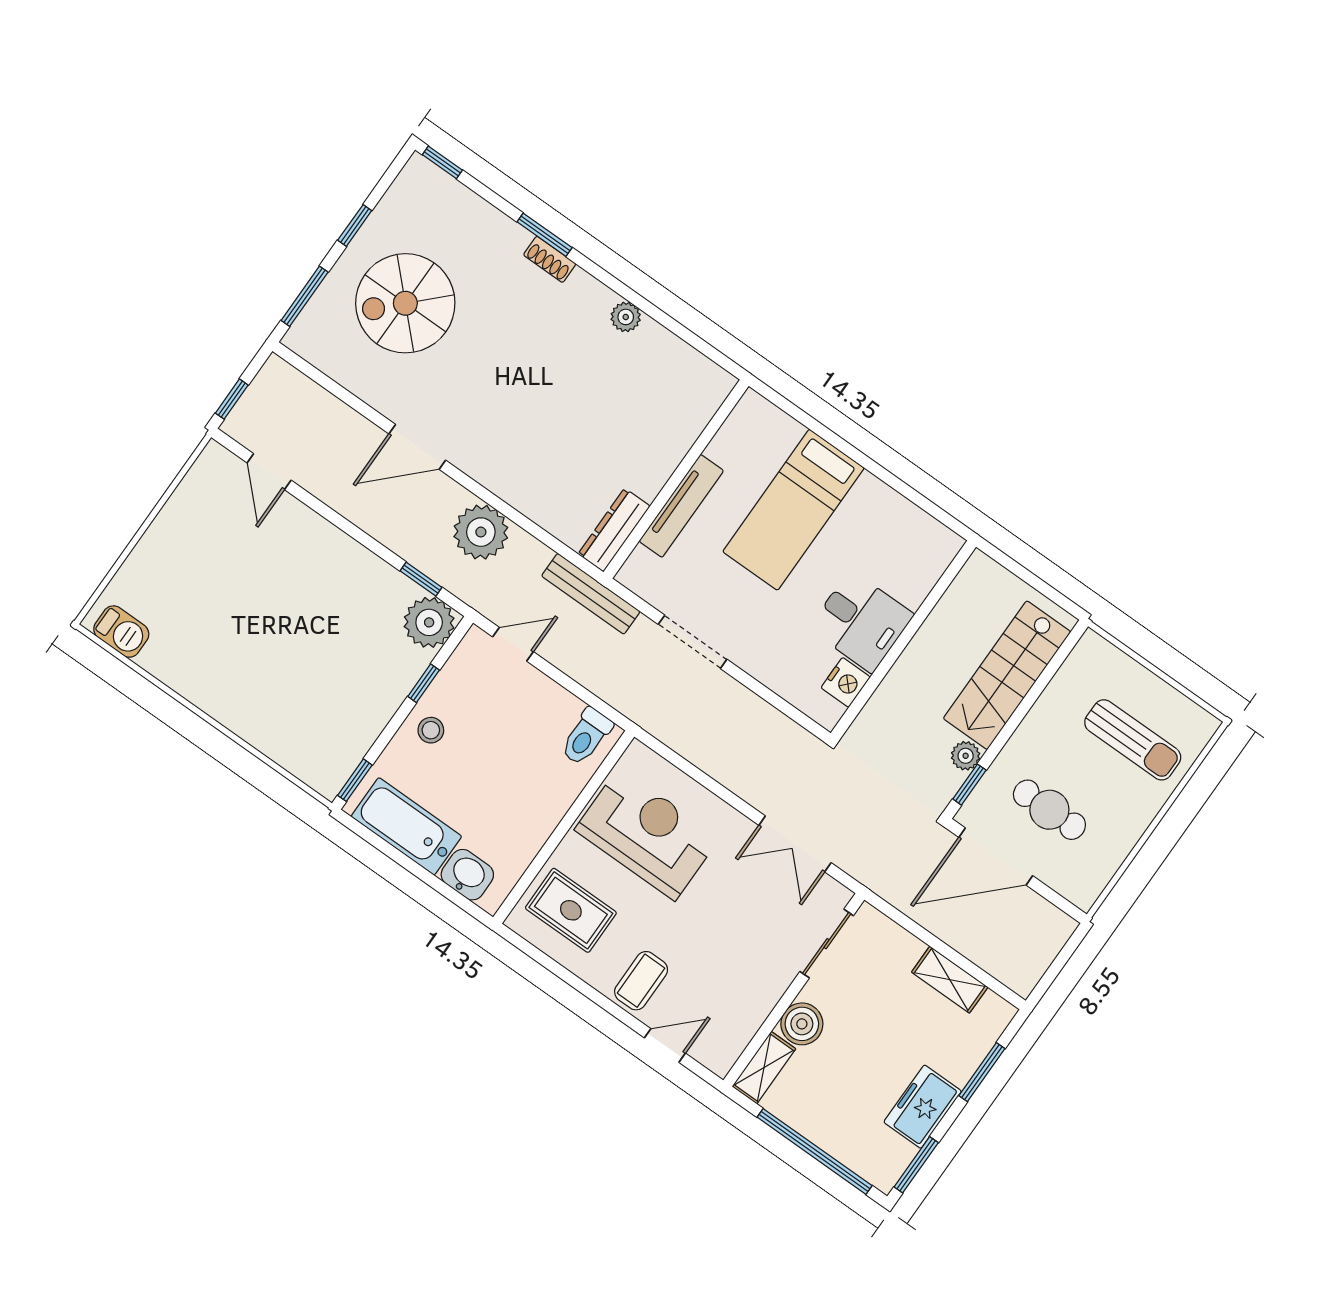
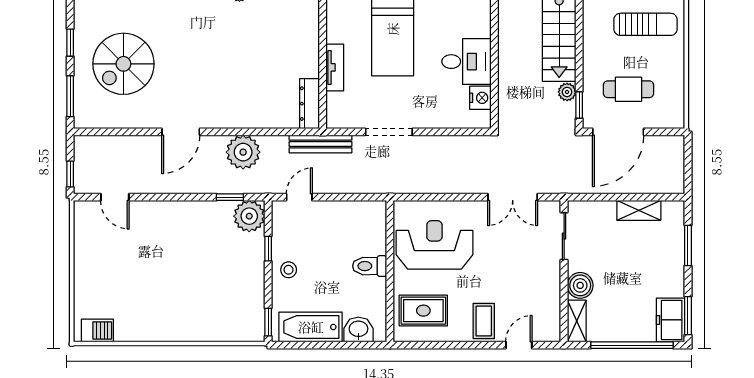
tv unit: (681, 506) -> (335, 67), width x0.71
toilet: (586, 737) -> (370, 266), moved, turned 90
freezer: (923, 1107) -> (670, 320), moved

